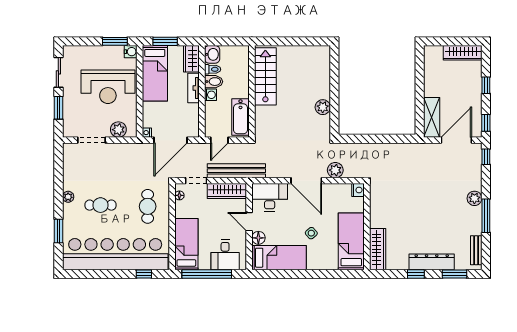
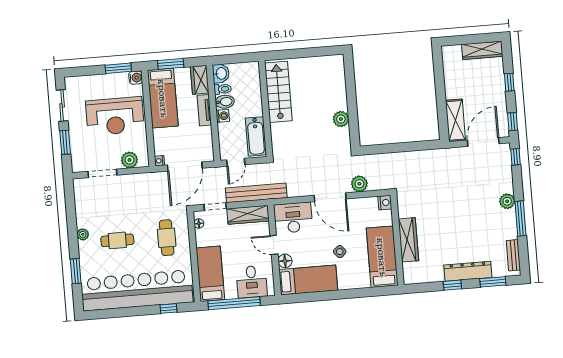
wardrobe: (378, 249) -> (408, 240), moved

